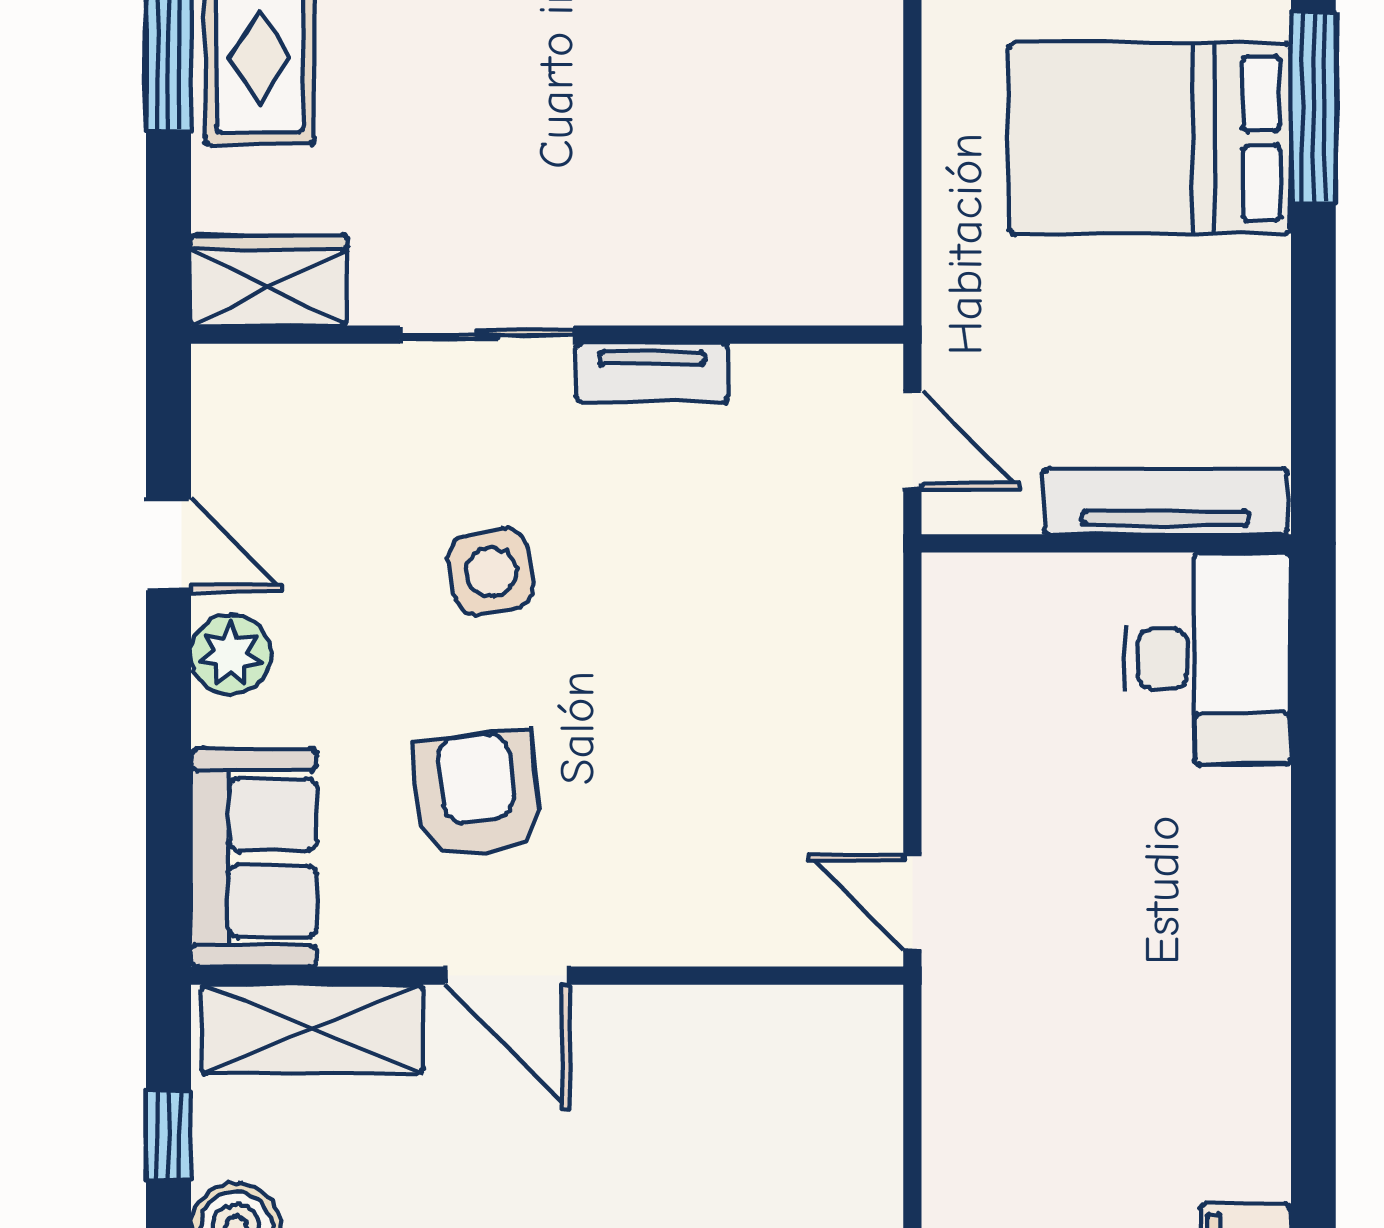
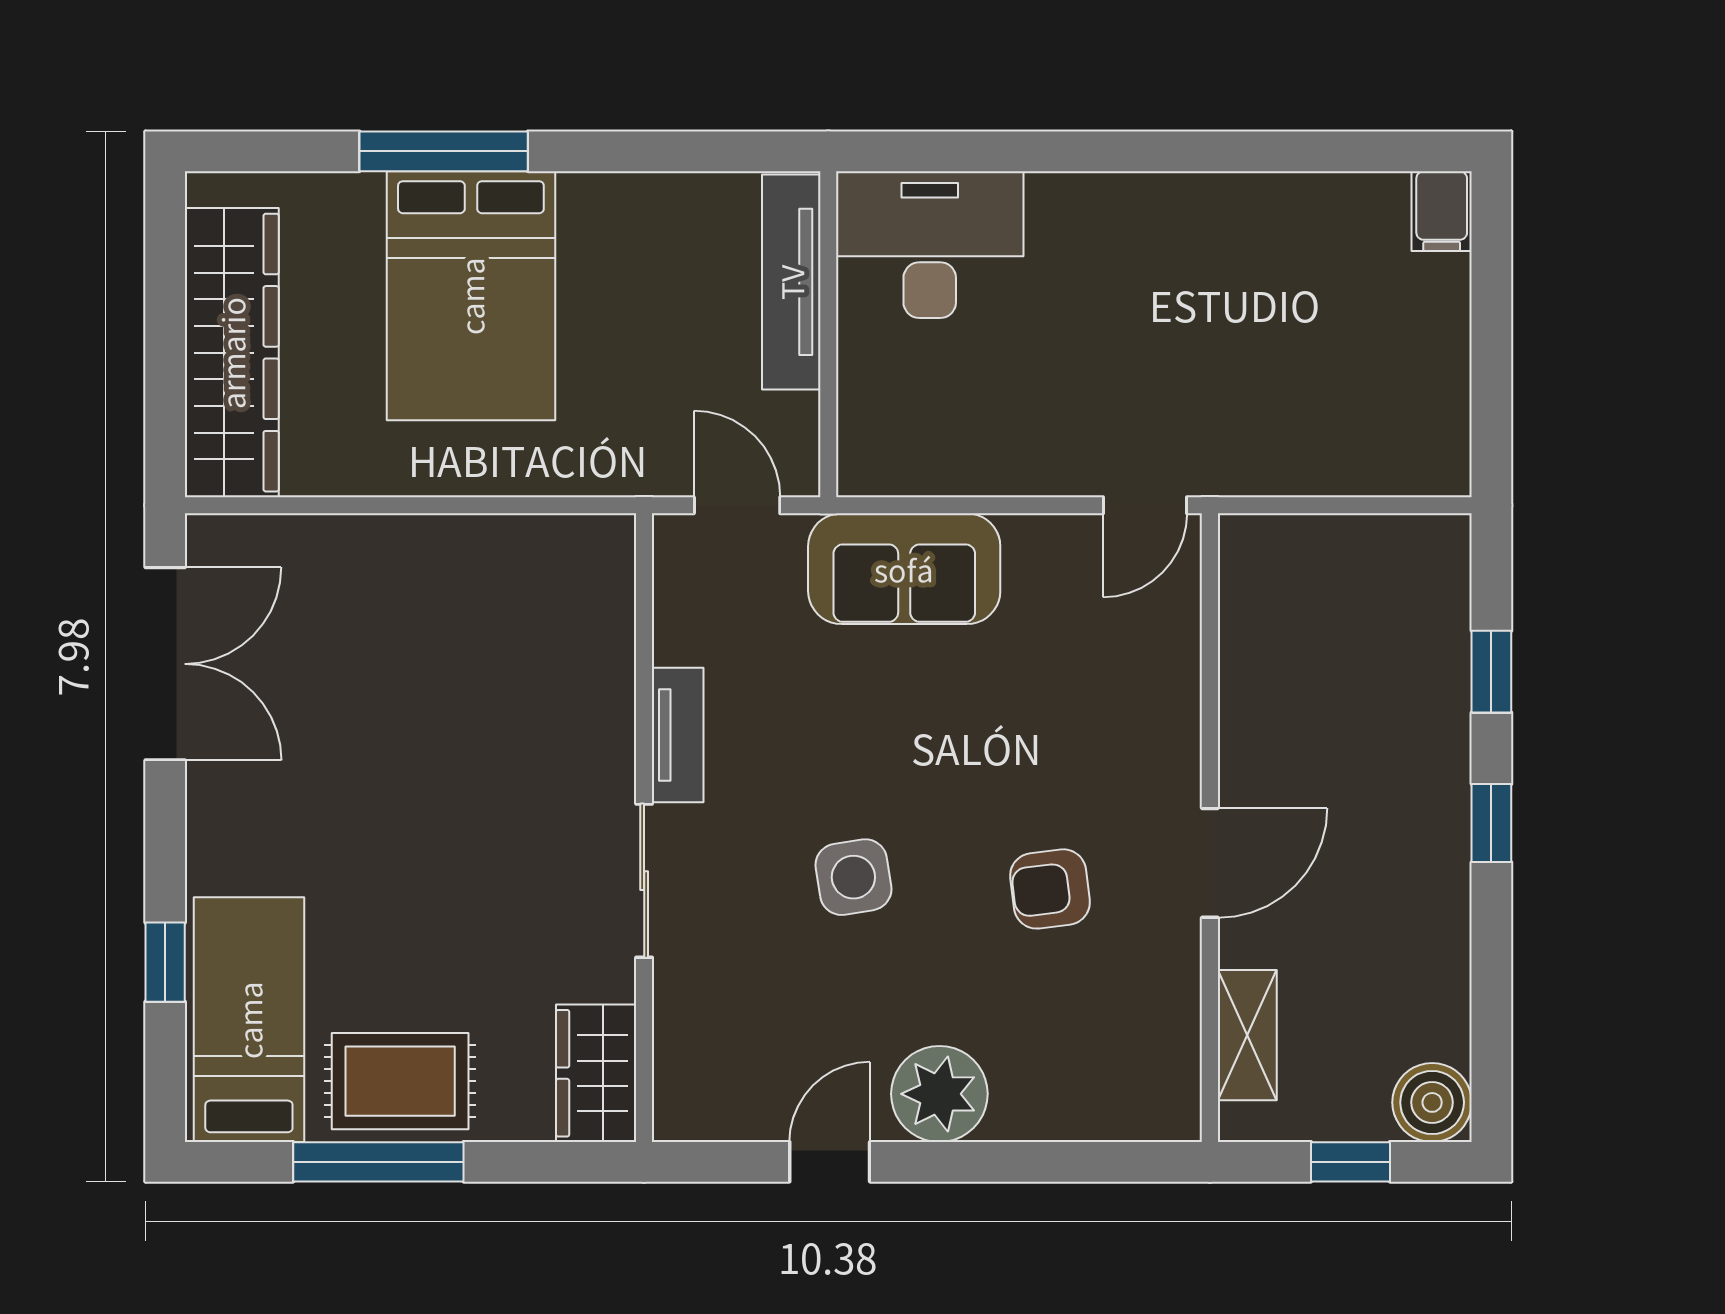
door: (912, 440) -> (737, 505), hinge flipped
plant: (231, 655) -> (939, 1094), width x1.36, depth x1.36
armchair: (478, 795) -> (1050, 889), width x0.72, depth x0.72
sofa: (254, 858) -> (904, 569), moved, turned 180
shelving: (312, 1029) -> (1247, 1035), width x0.67, depth x0.75

